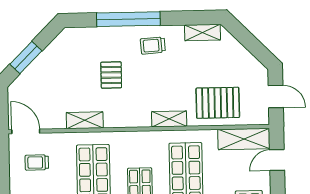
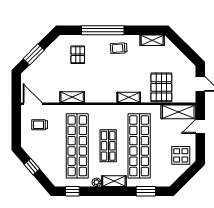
pallet: (111, 75) -> (78, 55), moved
pallet: (218, 103) -> (161, 87), turned 90

